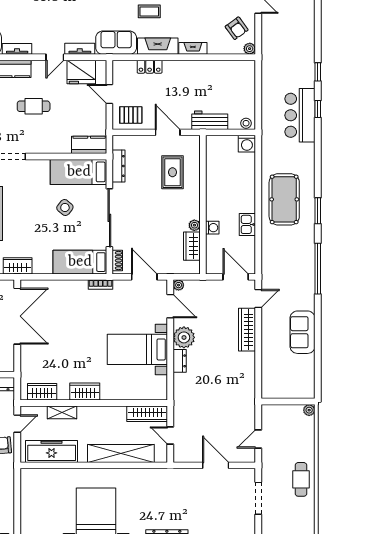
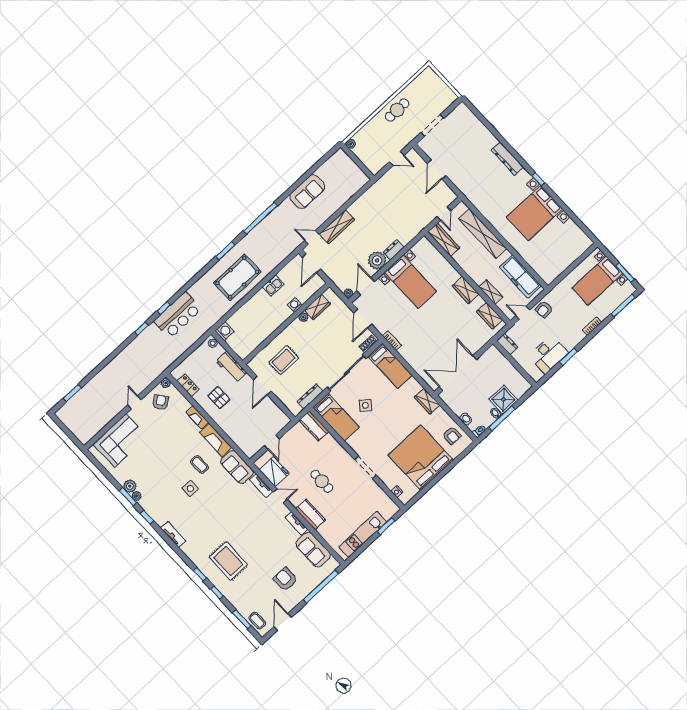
locker: (150, 67) -> (188, 385), moved
pallet: (131, 115) -> (219, 398), moved

